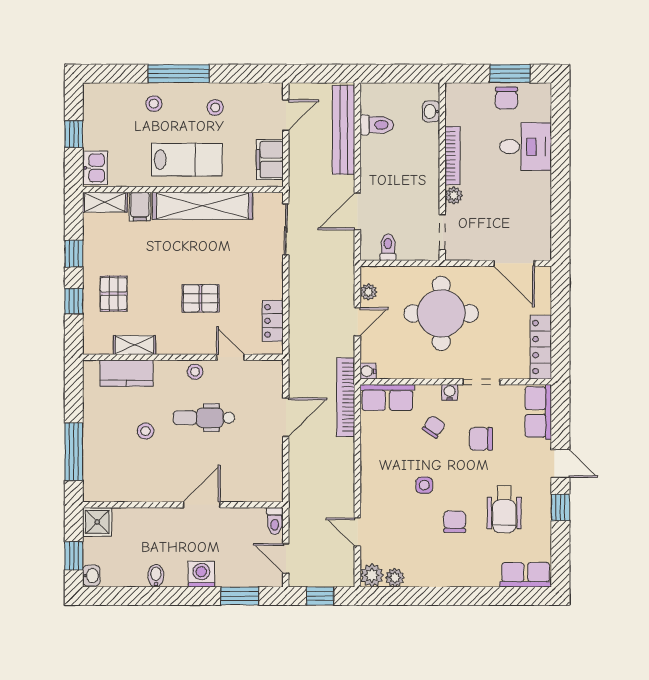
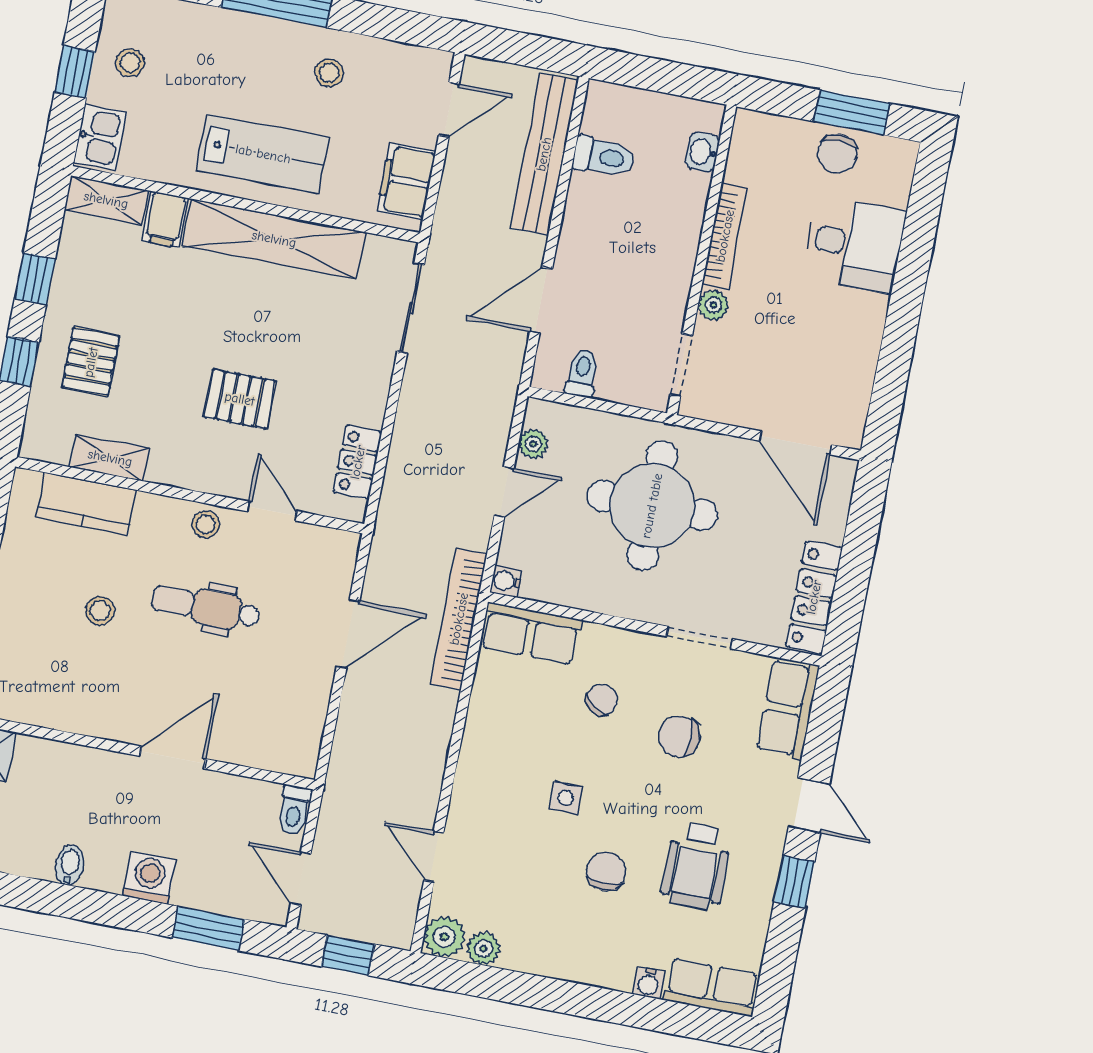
stool: (154, 104) -> (130, 63), moved
water cooler: (450, 392) -> (649, 983), moved, turned 180

